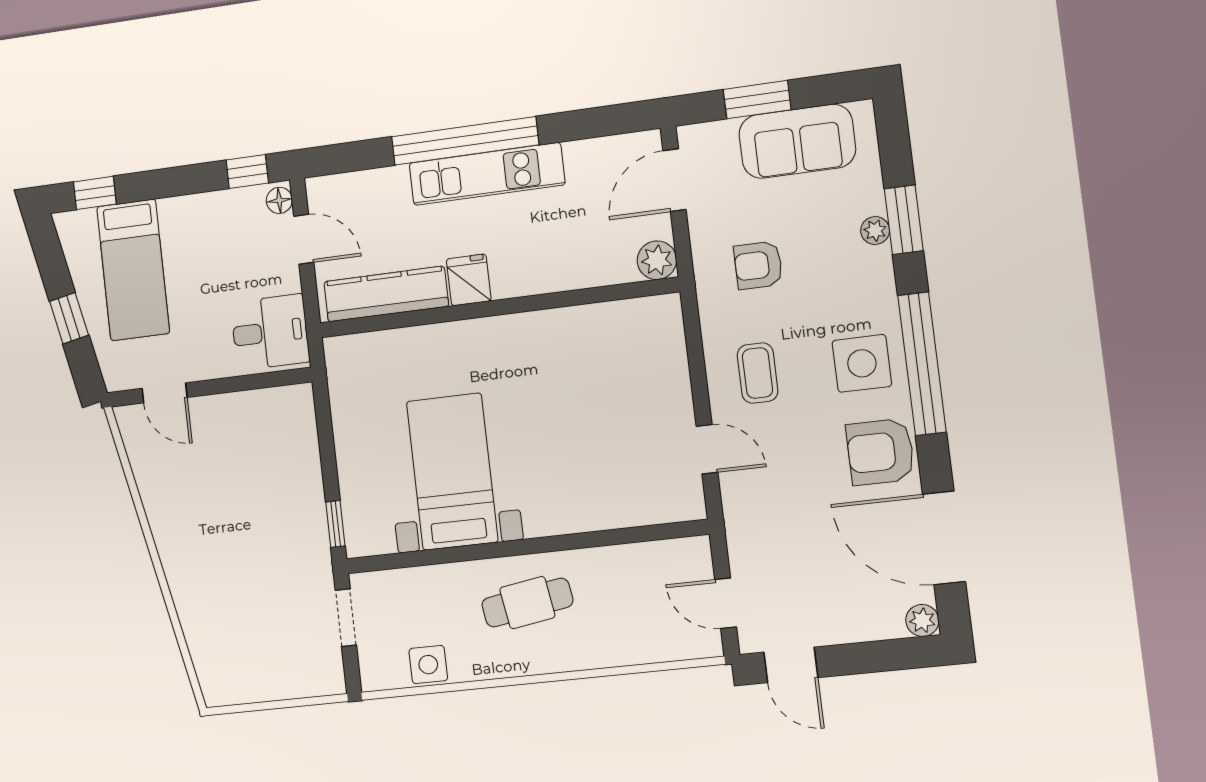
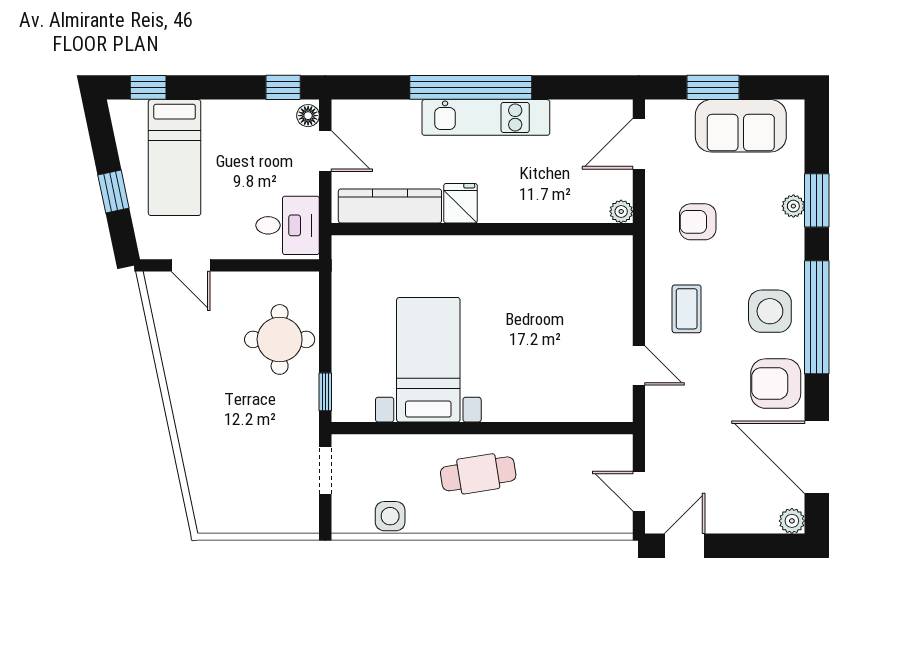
plant: (657, 260) -> (621, 211), width x0.73, depth x0.73
round table: (276, 468) -> (280, 339), added
door: (791, 665) -> (685, 546), swing flipped

